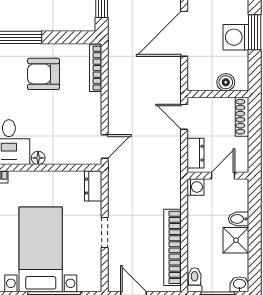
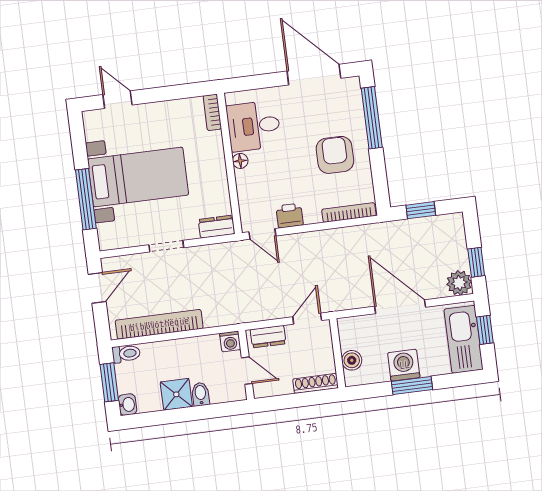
printer: (92, 121) -> (290, 216), added

